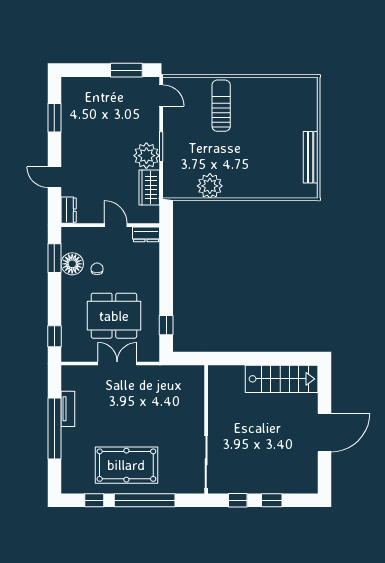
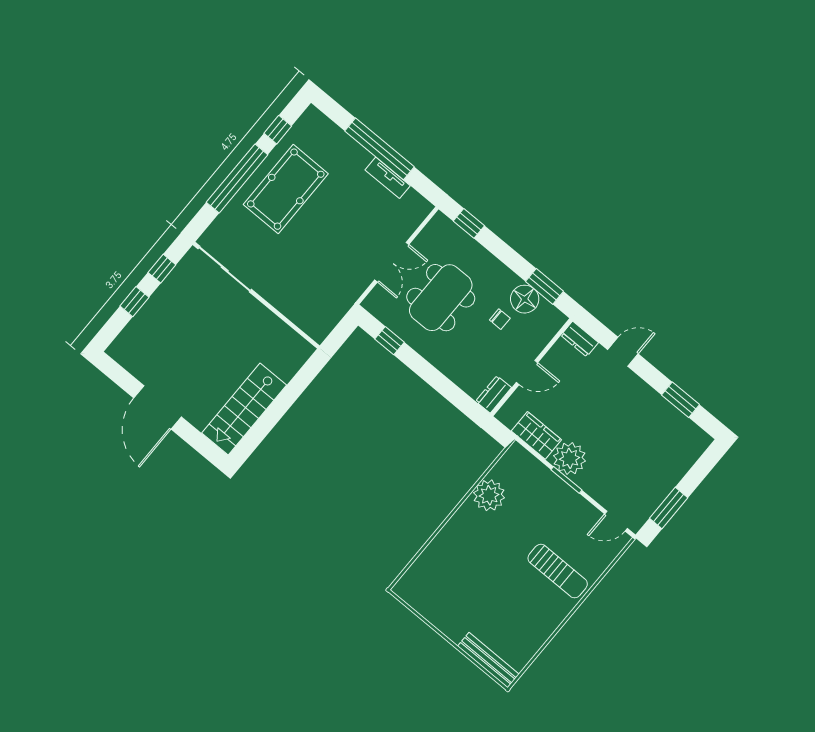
bench: (311, 157) -> (488, 660), moved

